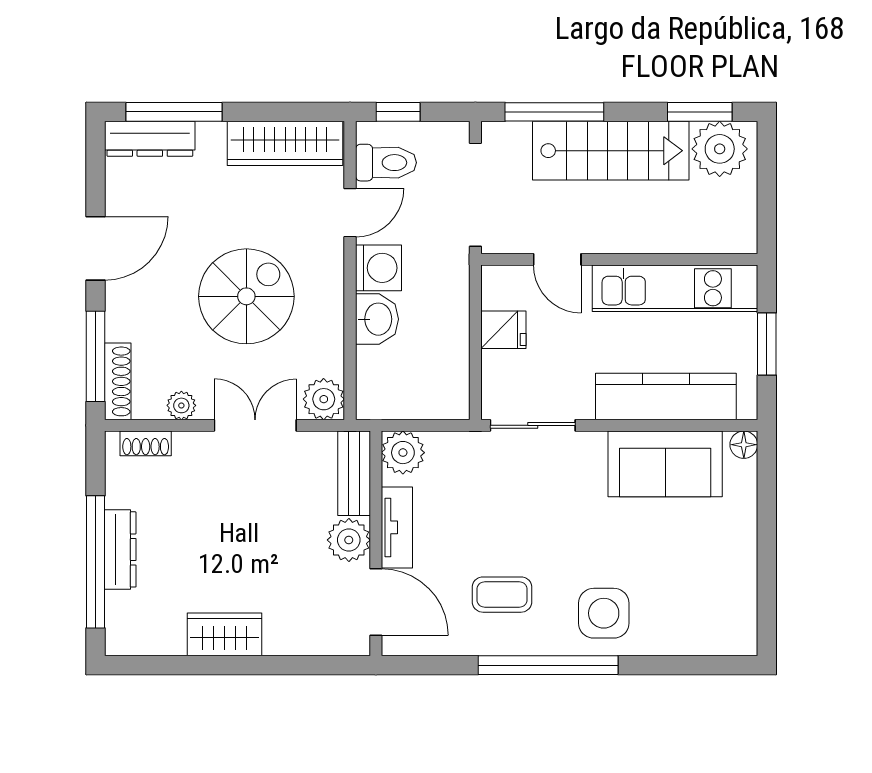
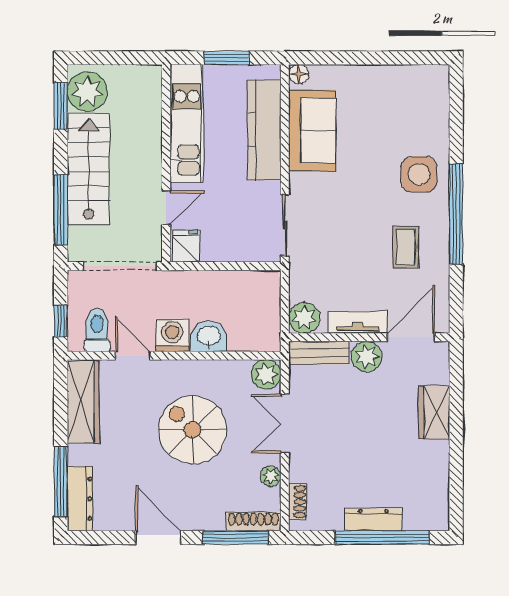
fridge: (503, 330) -> (186, 246), moved
wardrobe: (224, 634) -> (434, 412), moved

